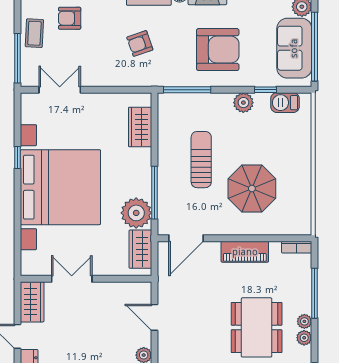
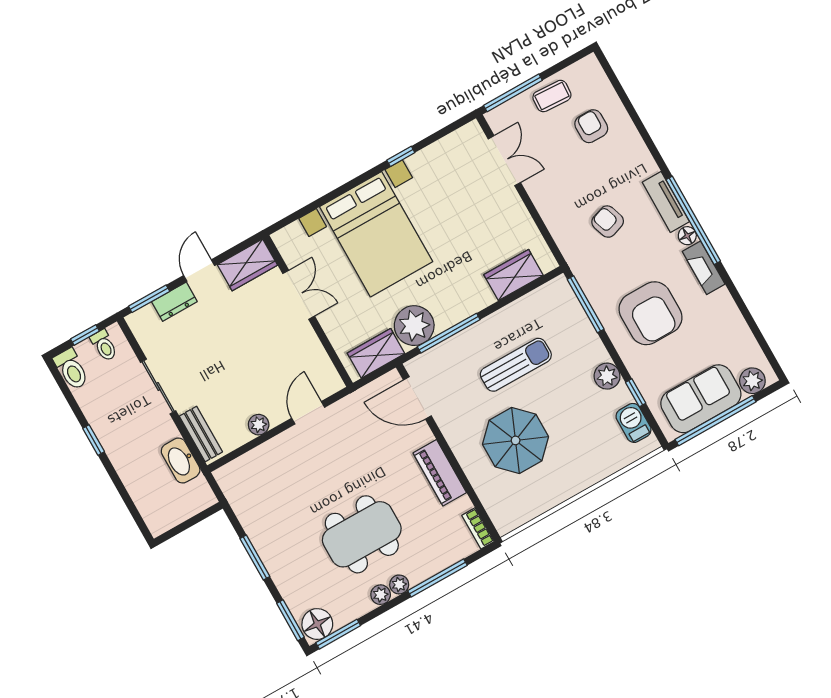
bed with nightstands: (60, 187) -> (376, 234), width x0.73

